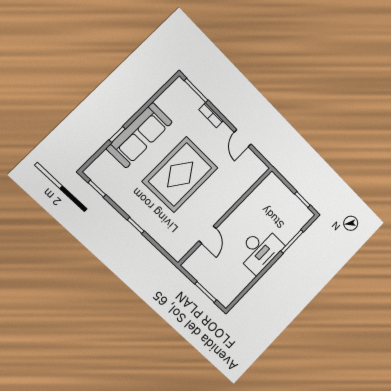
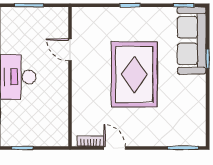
bookcase: (211, 115) -> (90, 141), moved
sofa: (139, 135) -> (192, 40), moved

